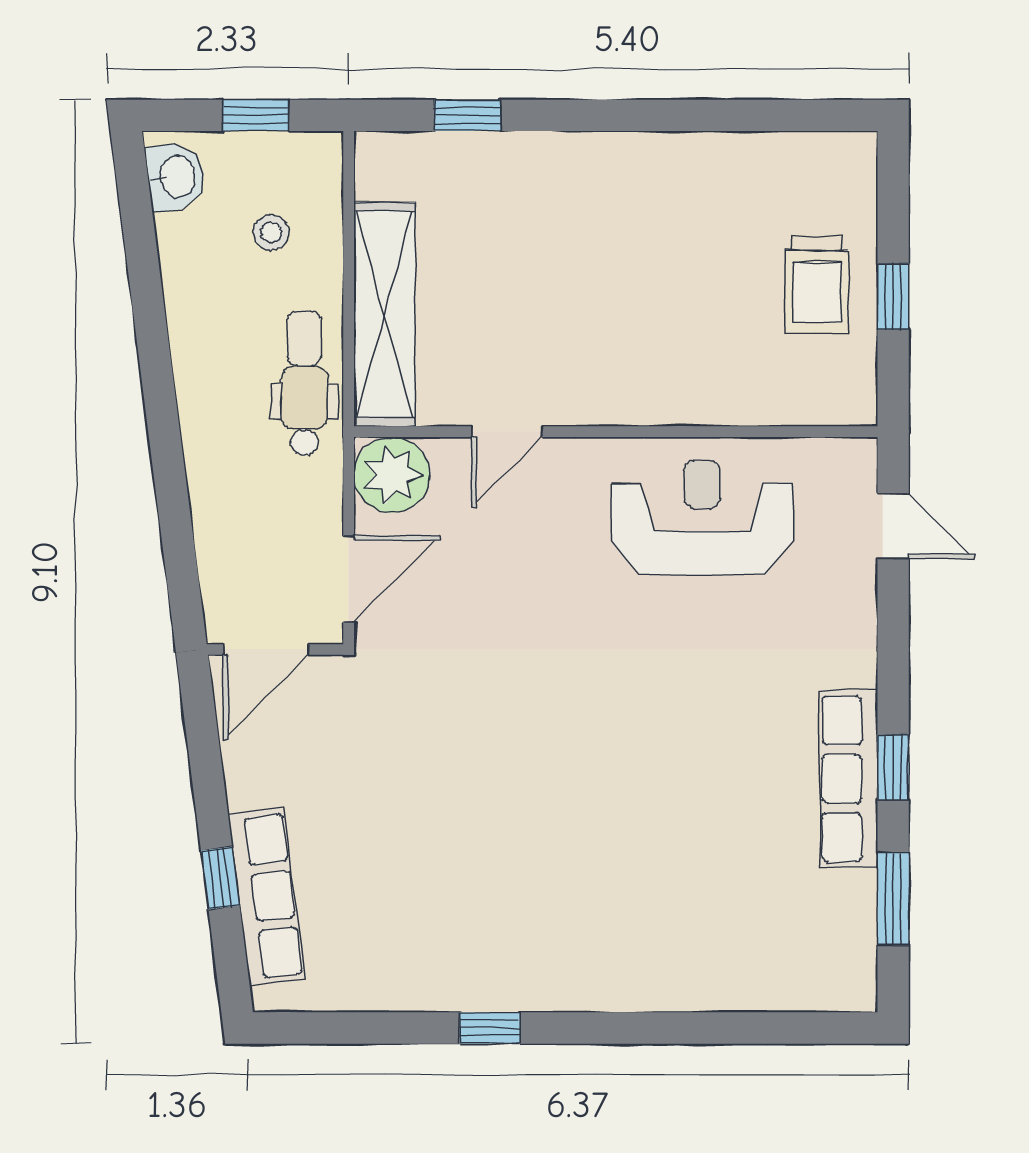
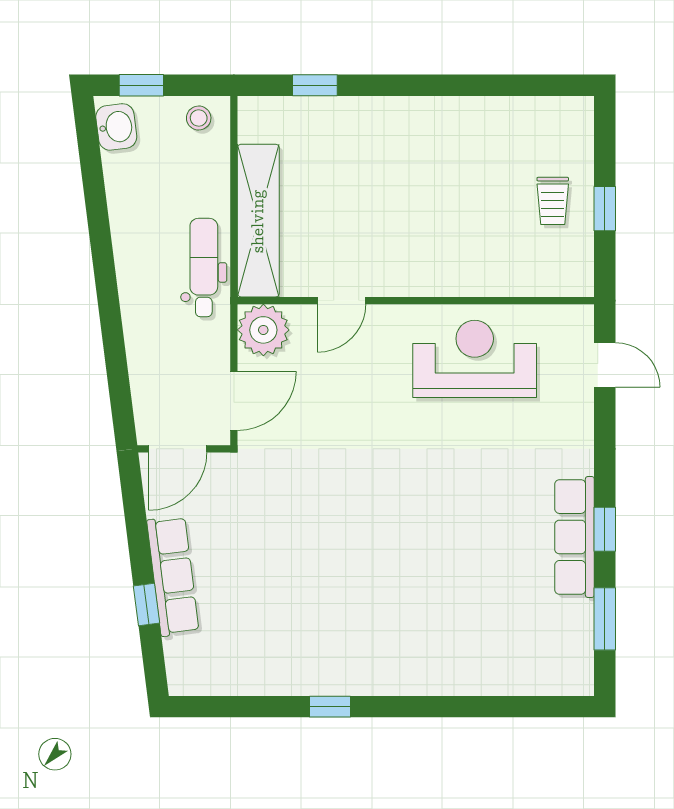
window: (256, 115) -> (141, 85), moved
stool: (271, 232) -> (199, 118), moved
trolley: (817, 285) -> (553, 201), width x0.73, depth x0.72
row of seats: (267, 897) -> (173, 576), moved

